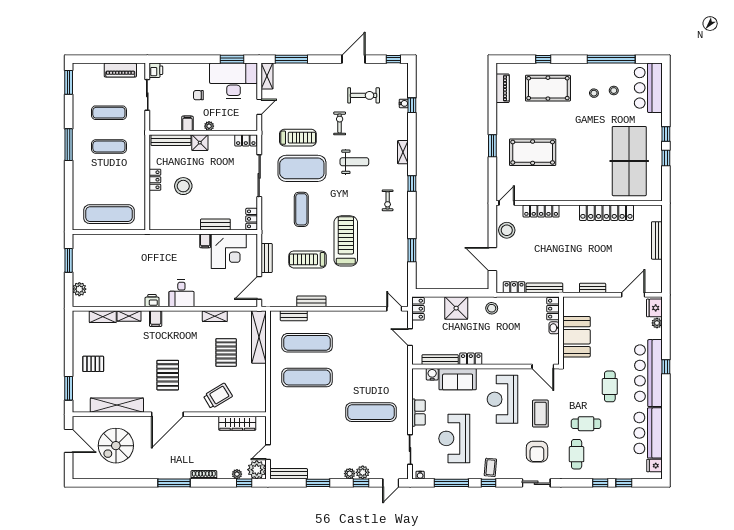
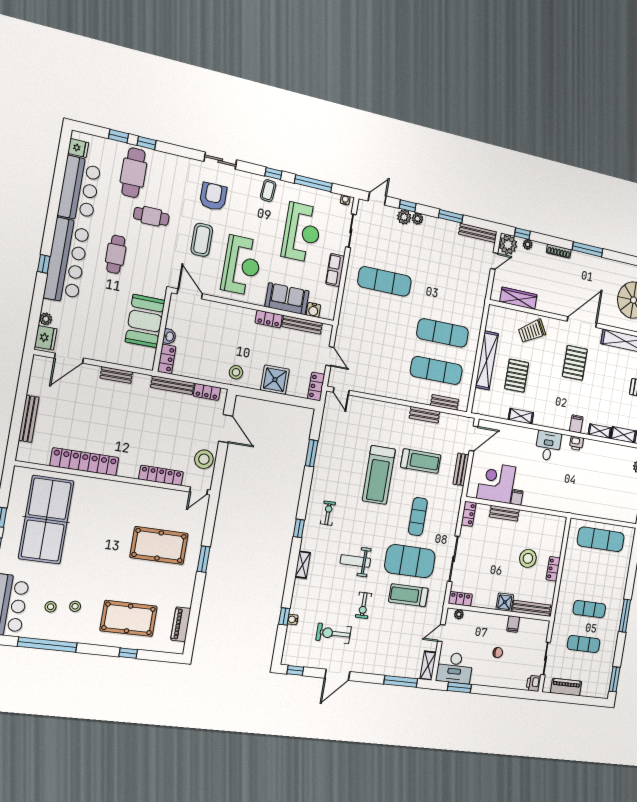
desk: (234, 81) -> (455, 668), width x0.73, depth x0.77
plant: (209, 126) -> (459, 614), moved
shelving: (259, 337) -> (487, 360), moved
cafe table: (577, 454) -> (133, 173), moved, width x1.37, depth x1.35

